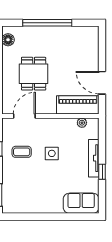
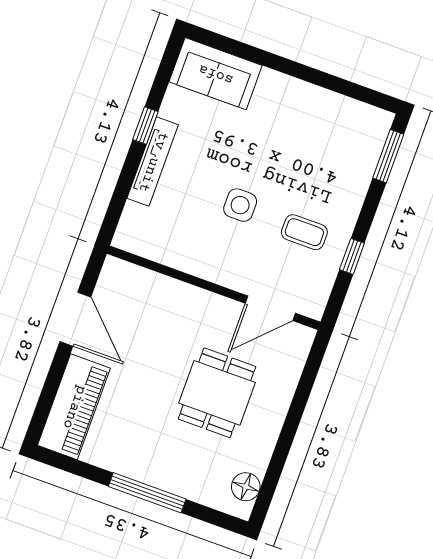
window: (47, 23) -> (147, 493), width x0.68
piano: (78, 105) -> (74, 407), moved, turned -90
plant: (82, 123) -> (150, 248), removed

